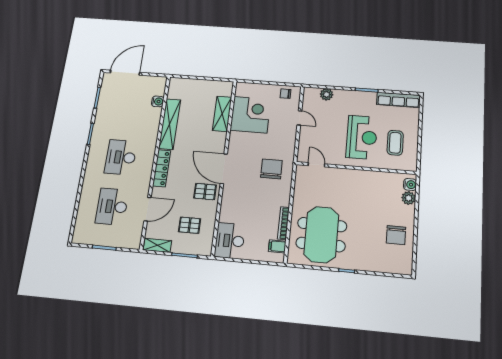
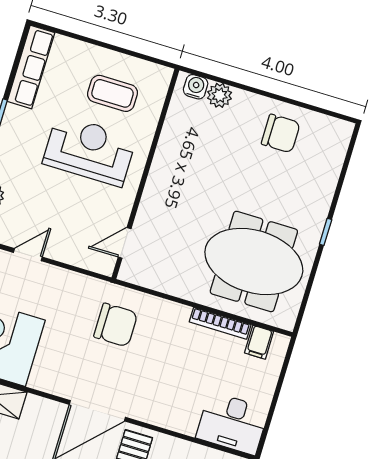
chair: (271, 169) -> (116, 325), turned 180

